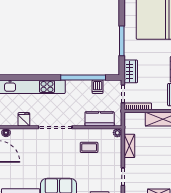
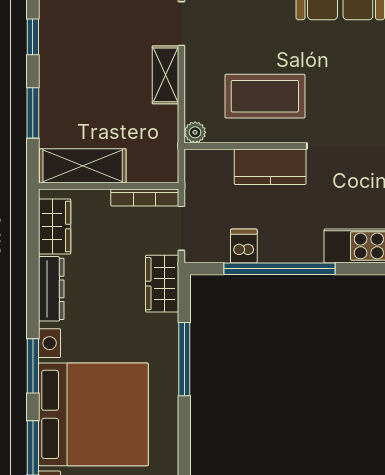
kitchen counter: (100, 119) -> (270, 167), moved
shelving: (129, 146) -> (165, 75), moved
coffee table: (89, 147) -> (265, 96), width x1.86, depth x1.72

